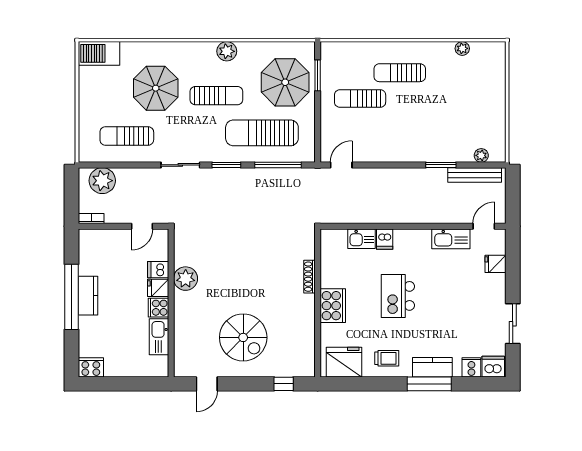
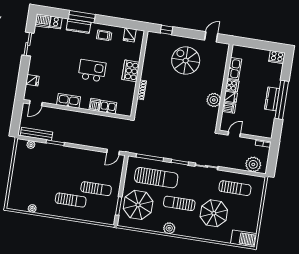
kitchen sink: (451, 239) -> (69, 101), moved
kitchen island: (398, 296) -> (92, 71), turned -90
fridge: (344, 362) -> (130, 35), width x0.53, depth x0.75

